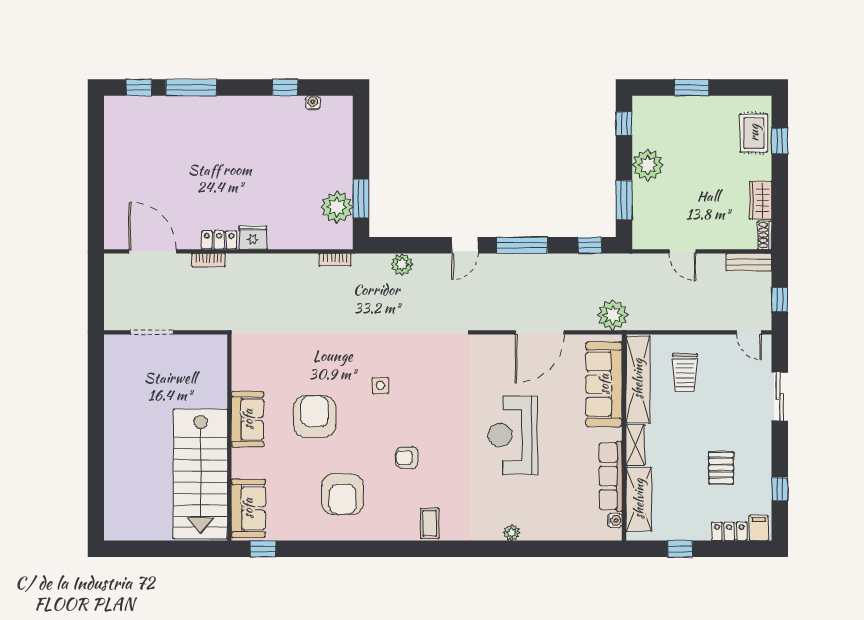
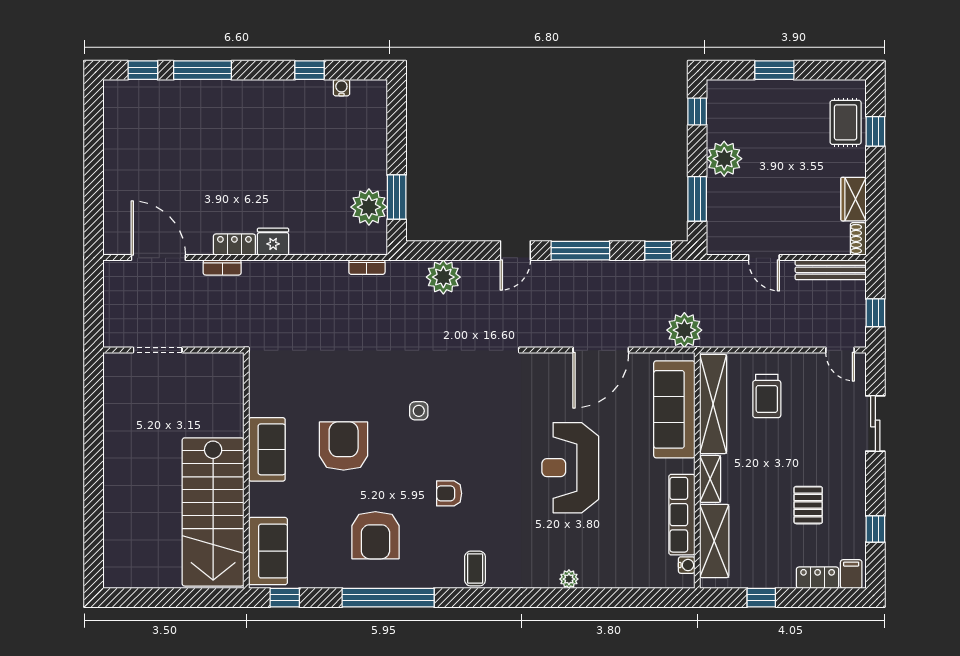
bench: (749, 262) -> (831, 270), width x1.36
plant: (402, 264) -> (443, 277), width x1.36, depth x1.36
window: (354, 549) -> (388, 598), added

